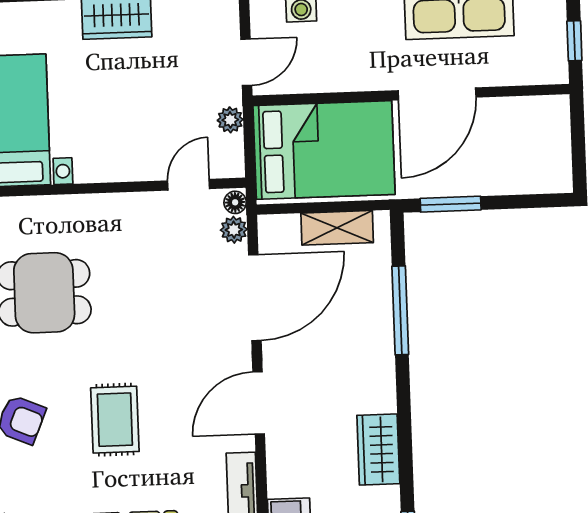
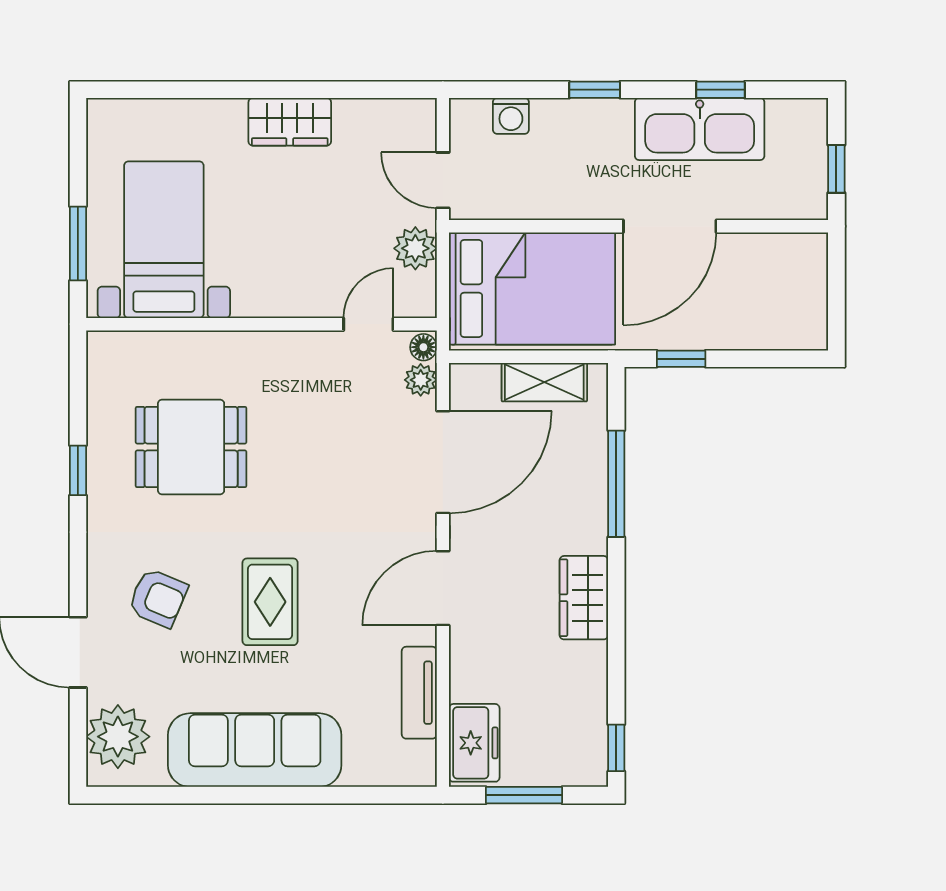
door: (246, 62) -> (443, 180), swing flipped
plant: (230, 120) -> (415, 248), width x1.38, depth x1.38
window: (451, 204) -> (681, 359), width x0.67
wardrobe: (378, 449) -> (584, 598), moved

